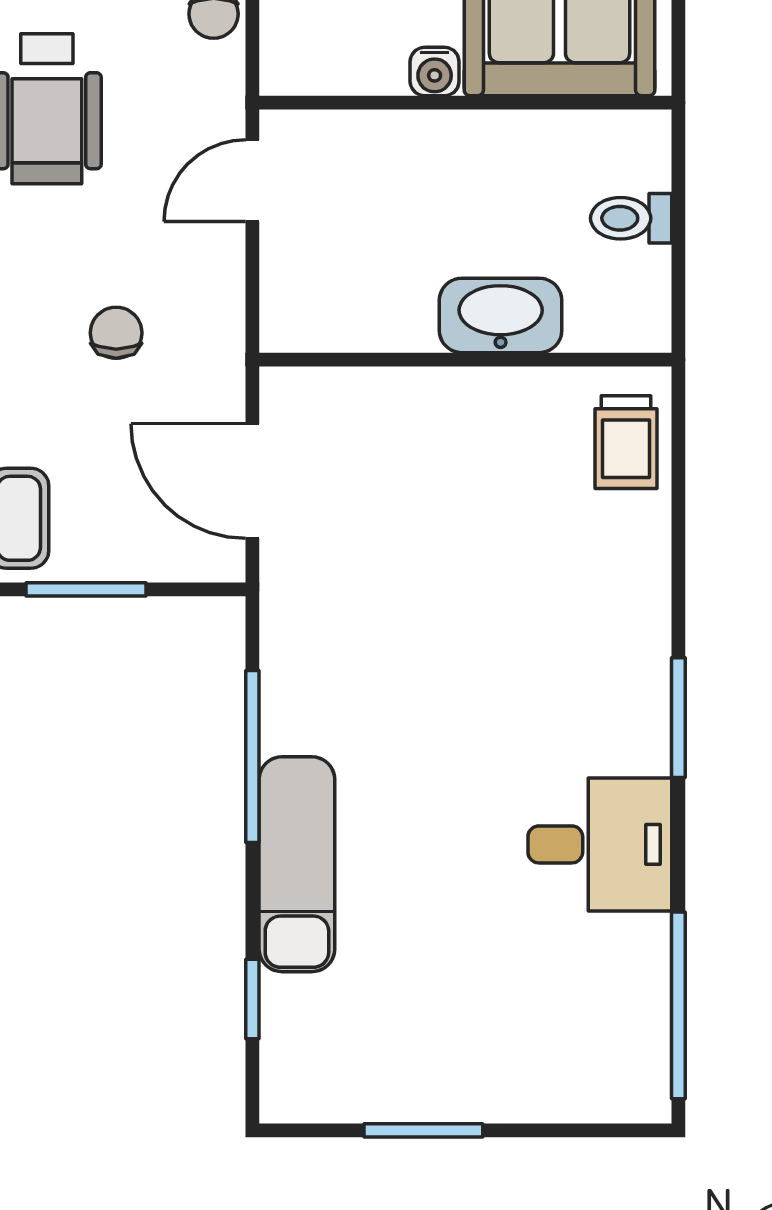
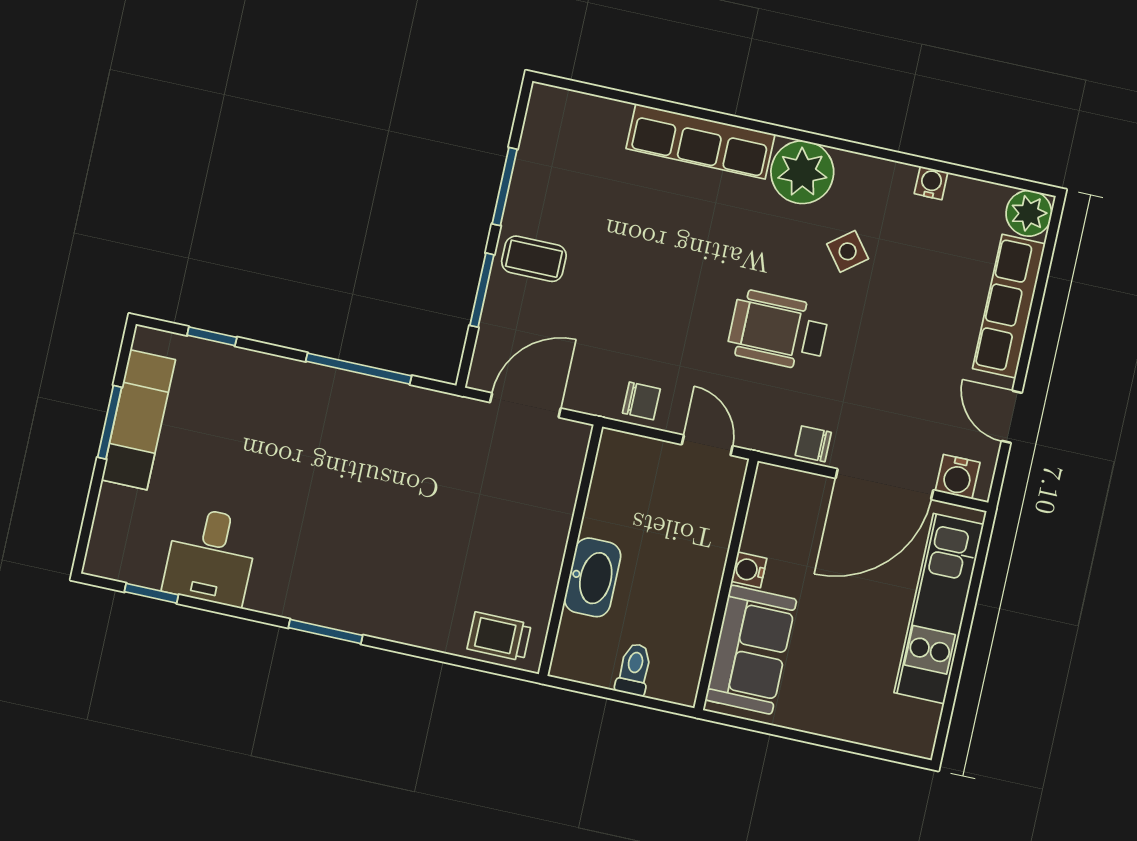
chair: (116, 333) -> (641, 401), moved
desk: (600, 844) -> (211, 556), moved
exam couch: (297, 864) -> (138, 420), moved, turned -90
window: (678, 1005) -> (151, 593), width x0.46

